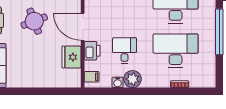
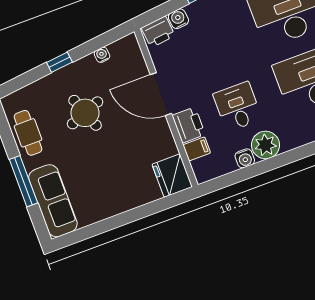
fridge: (71, 57) -> (172, 176), moved
filing cabinet: (92, 77) -> (197, 149), moved

